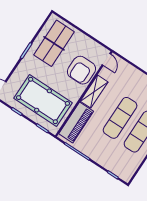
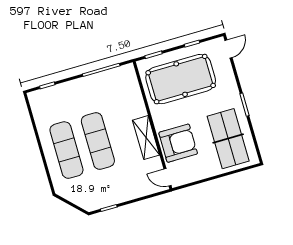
armchair: (81, 70) -> (178, 143), turned 90
piano: (76, 123) -> (131, 93), removed

